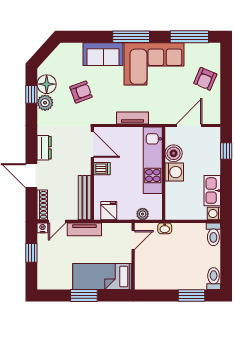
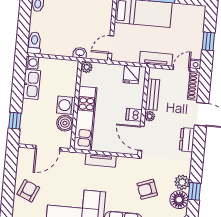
plant: (85, 169) -> (150, 116), added
bench: (85, 198) -> (152, 95), width x0.73
plant: (143, 214) -> (87, 67), moved

